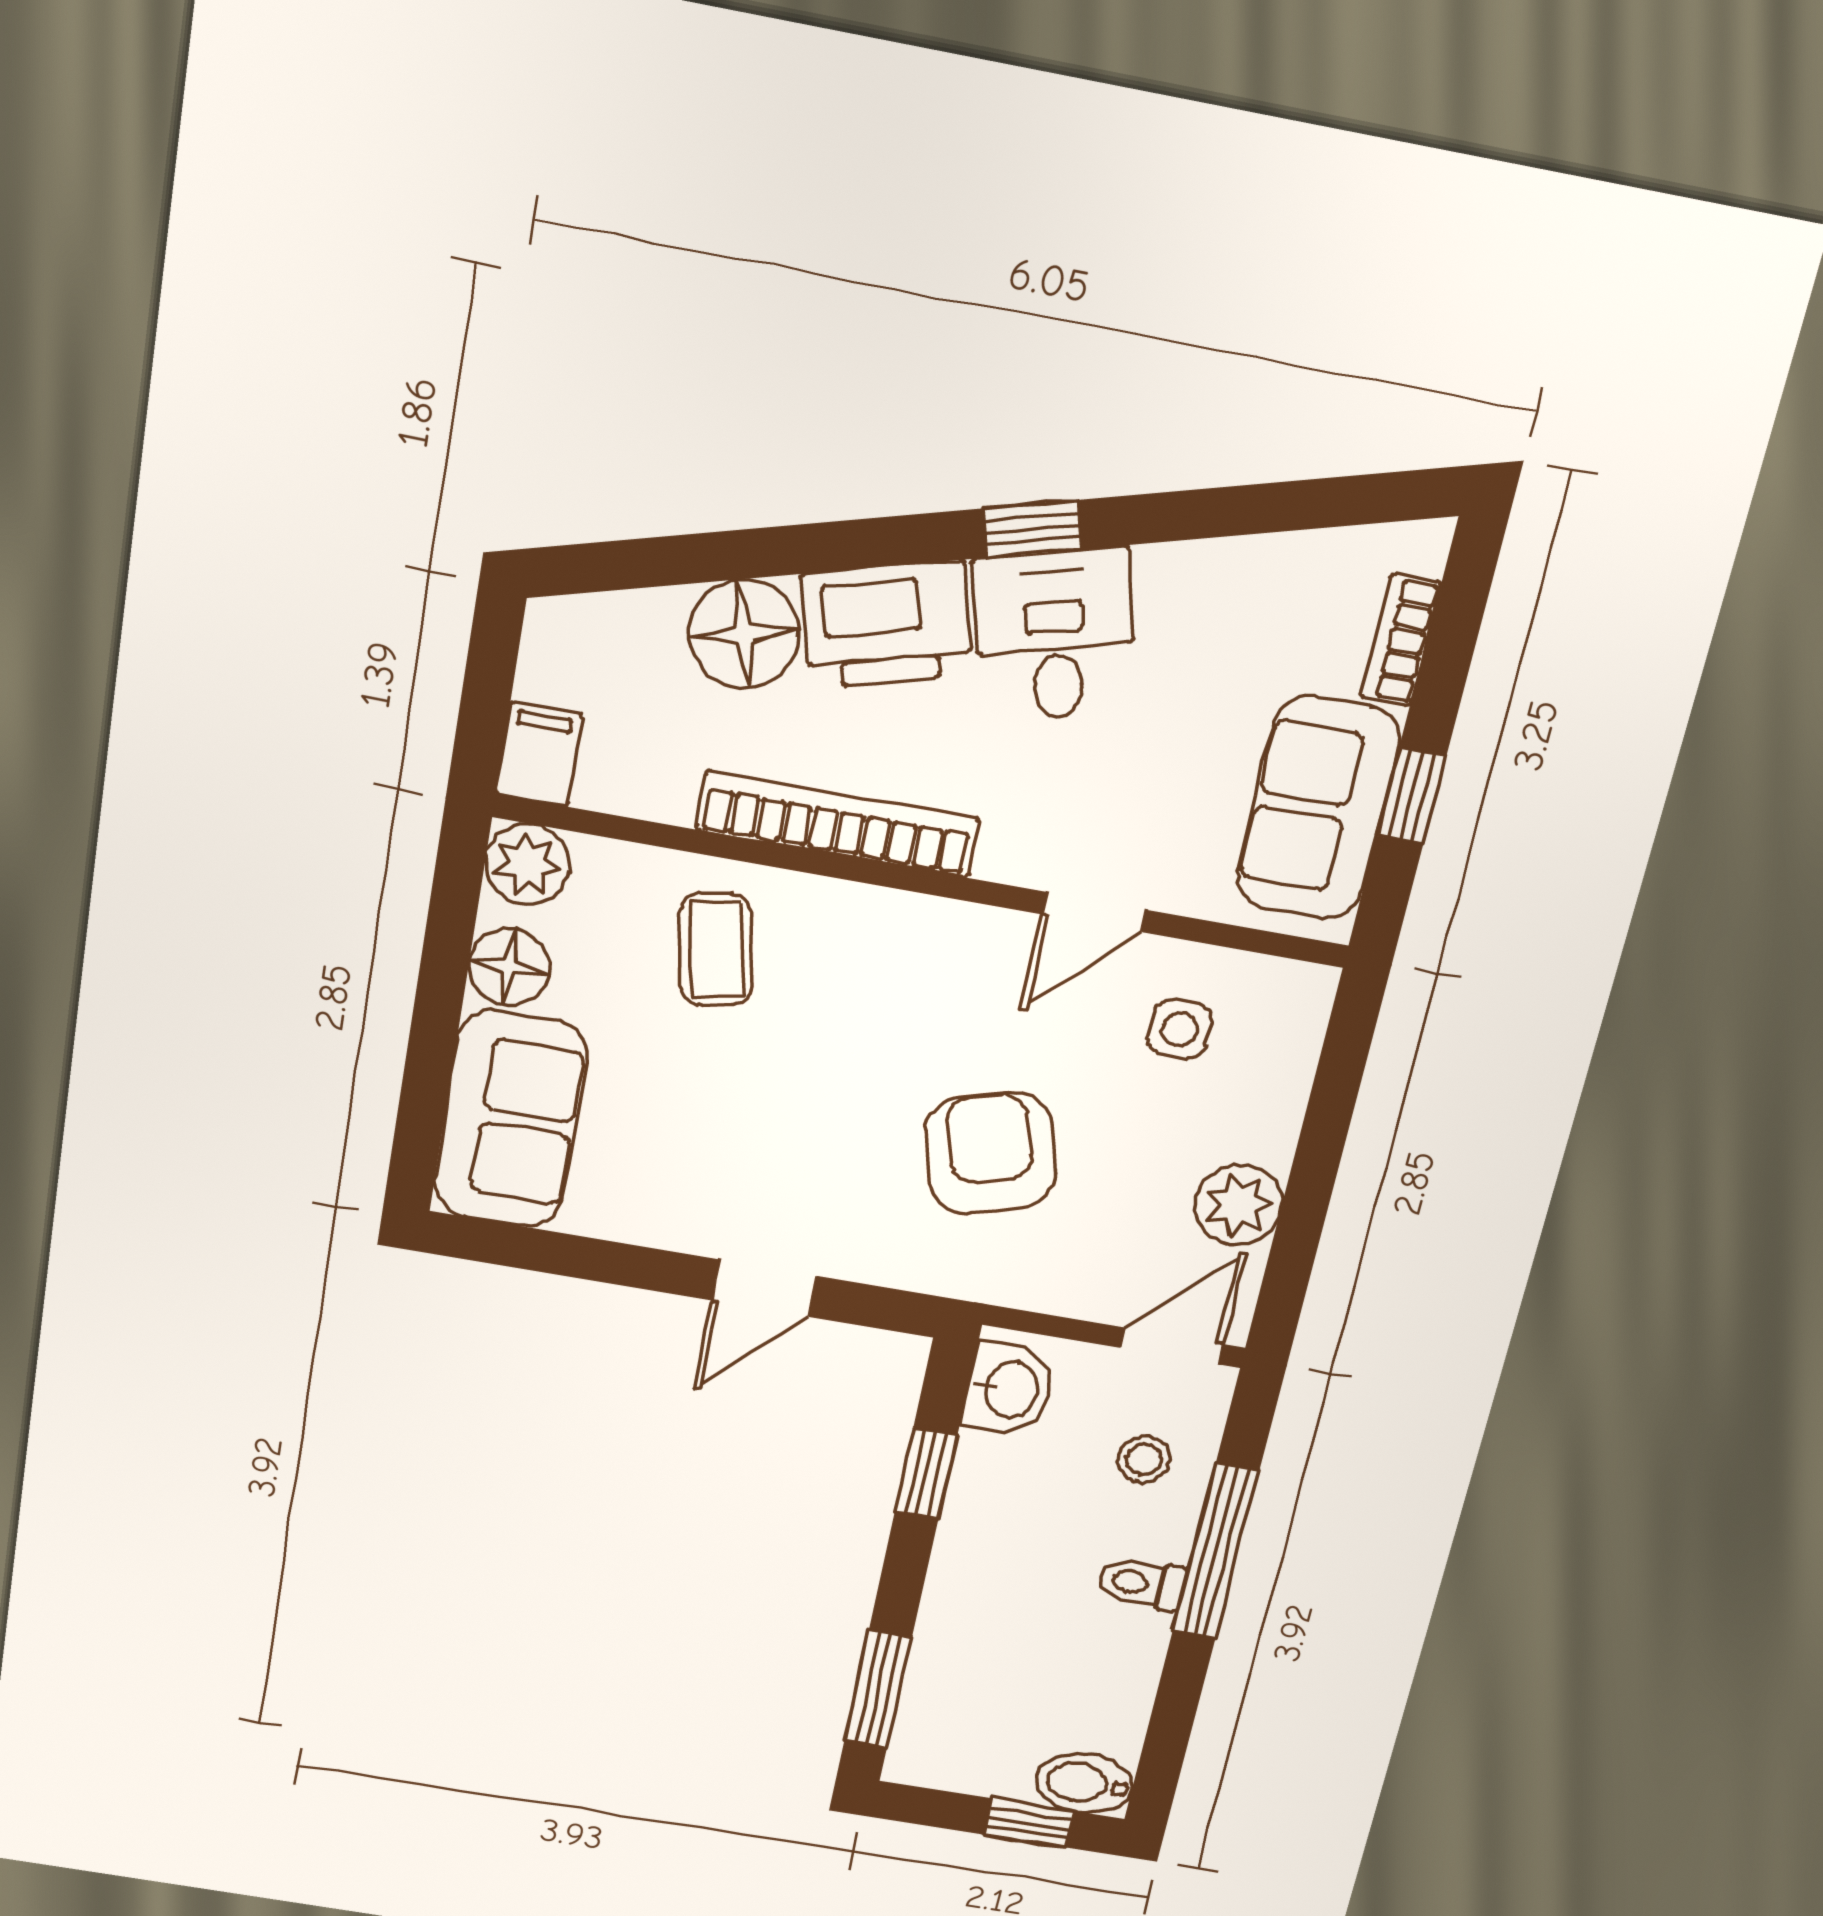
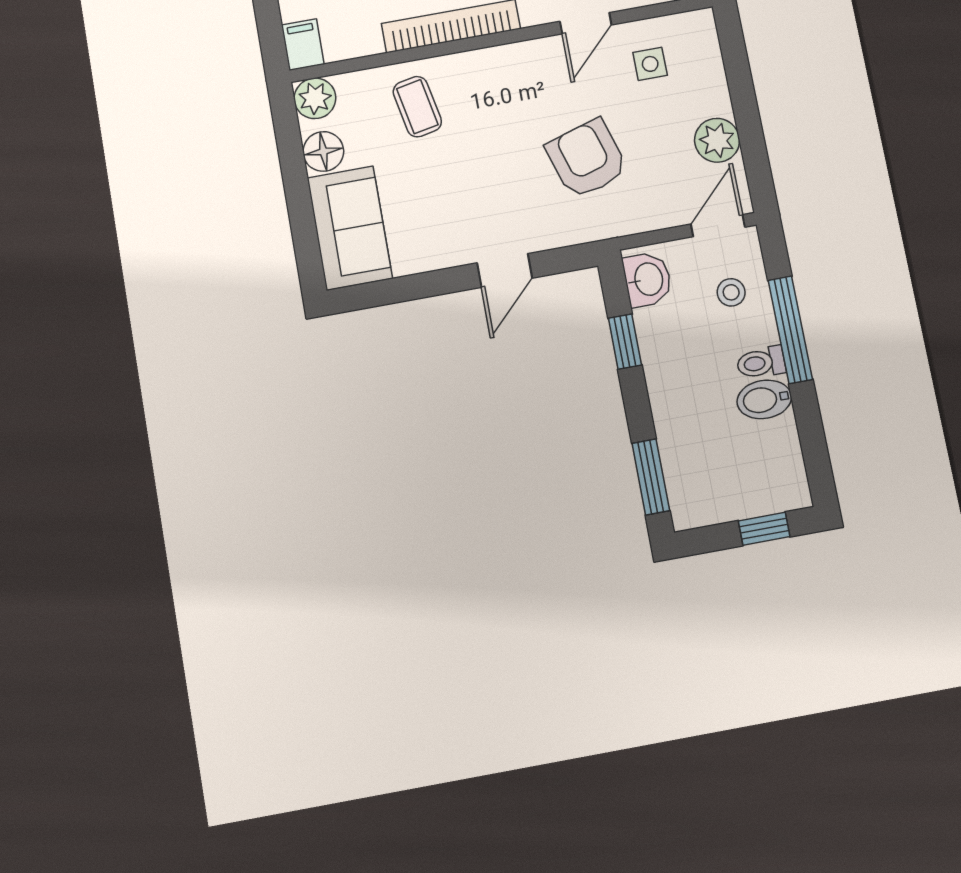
bidet: (1084, 1783) -> (764, 399), moved

